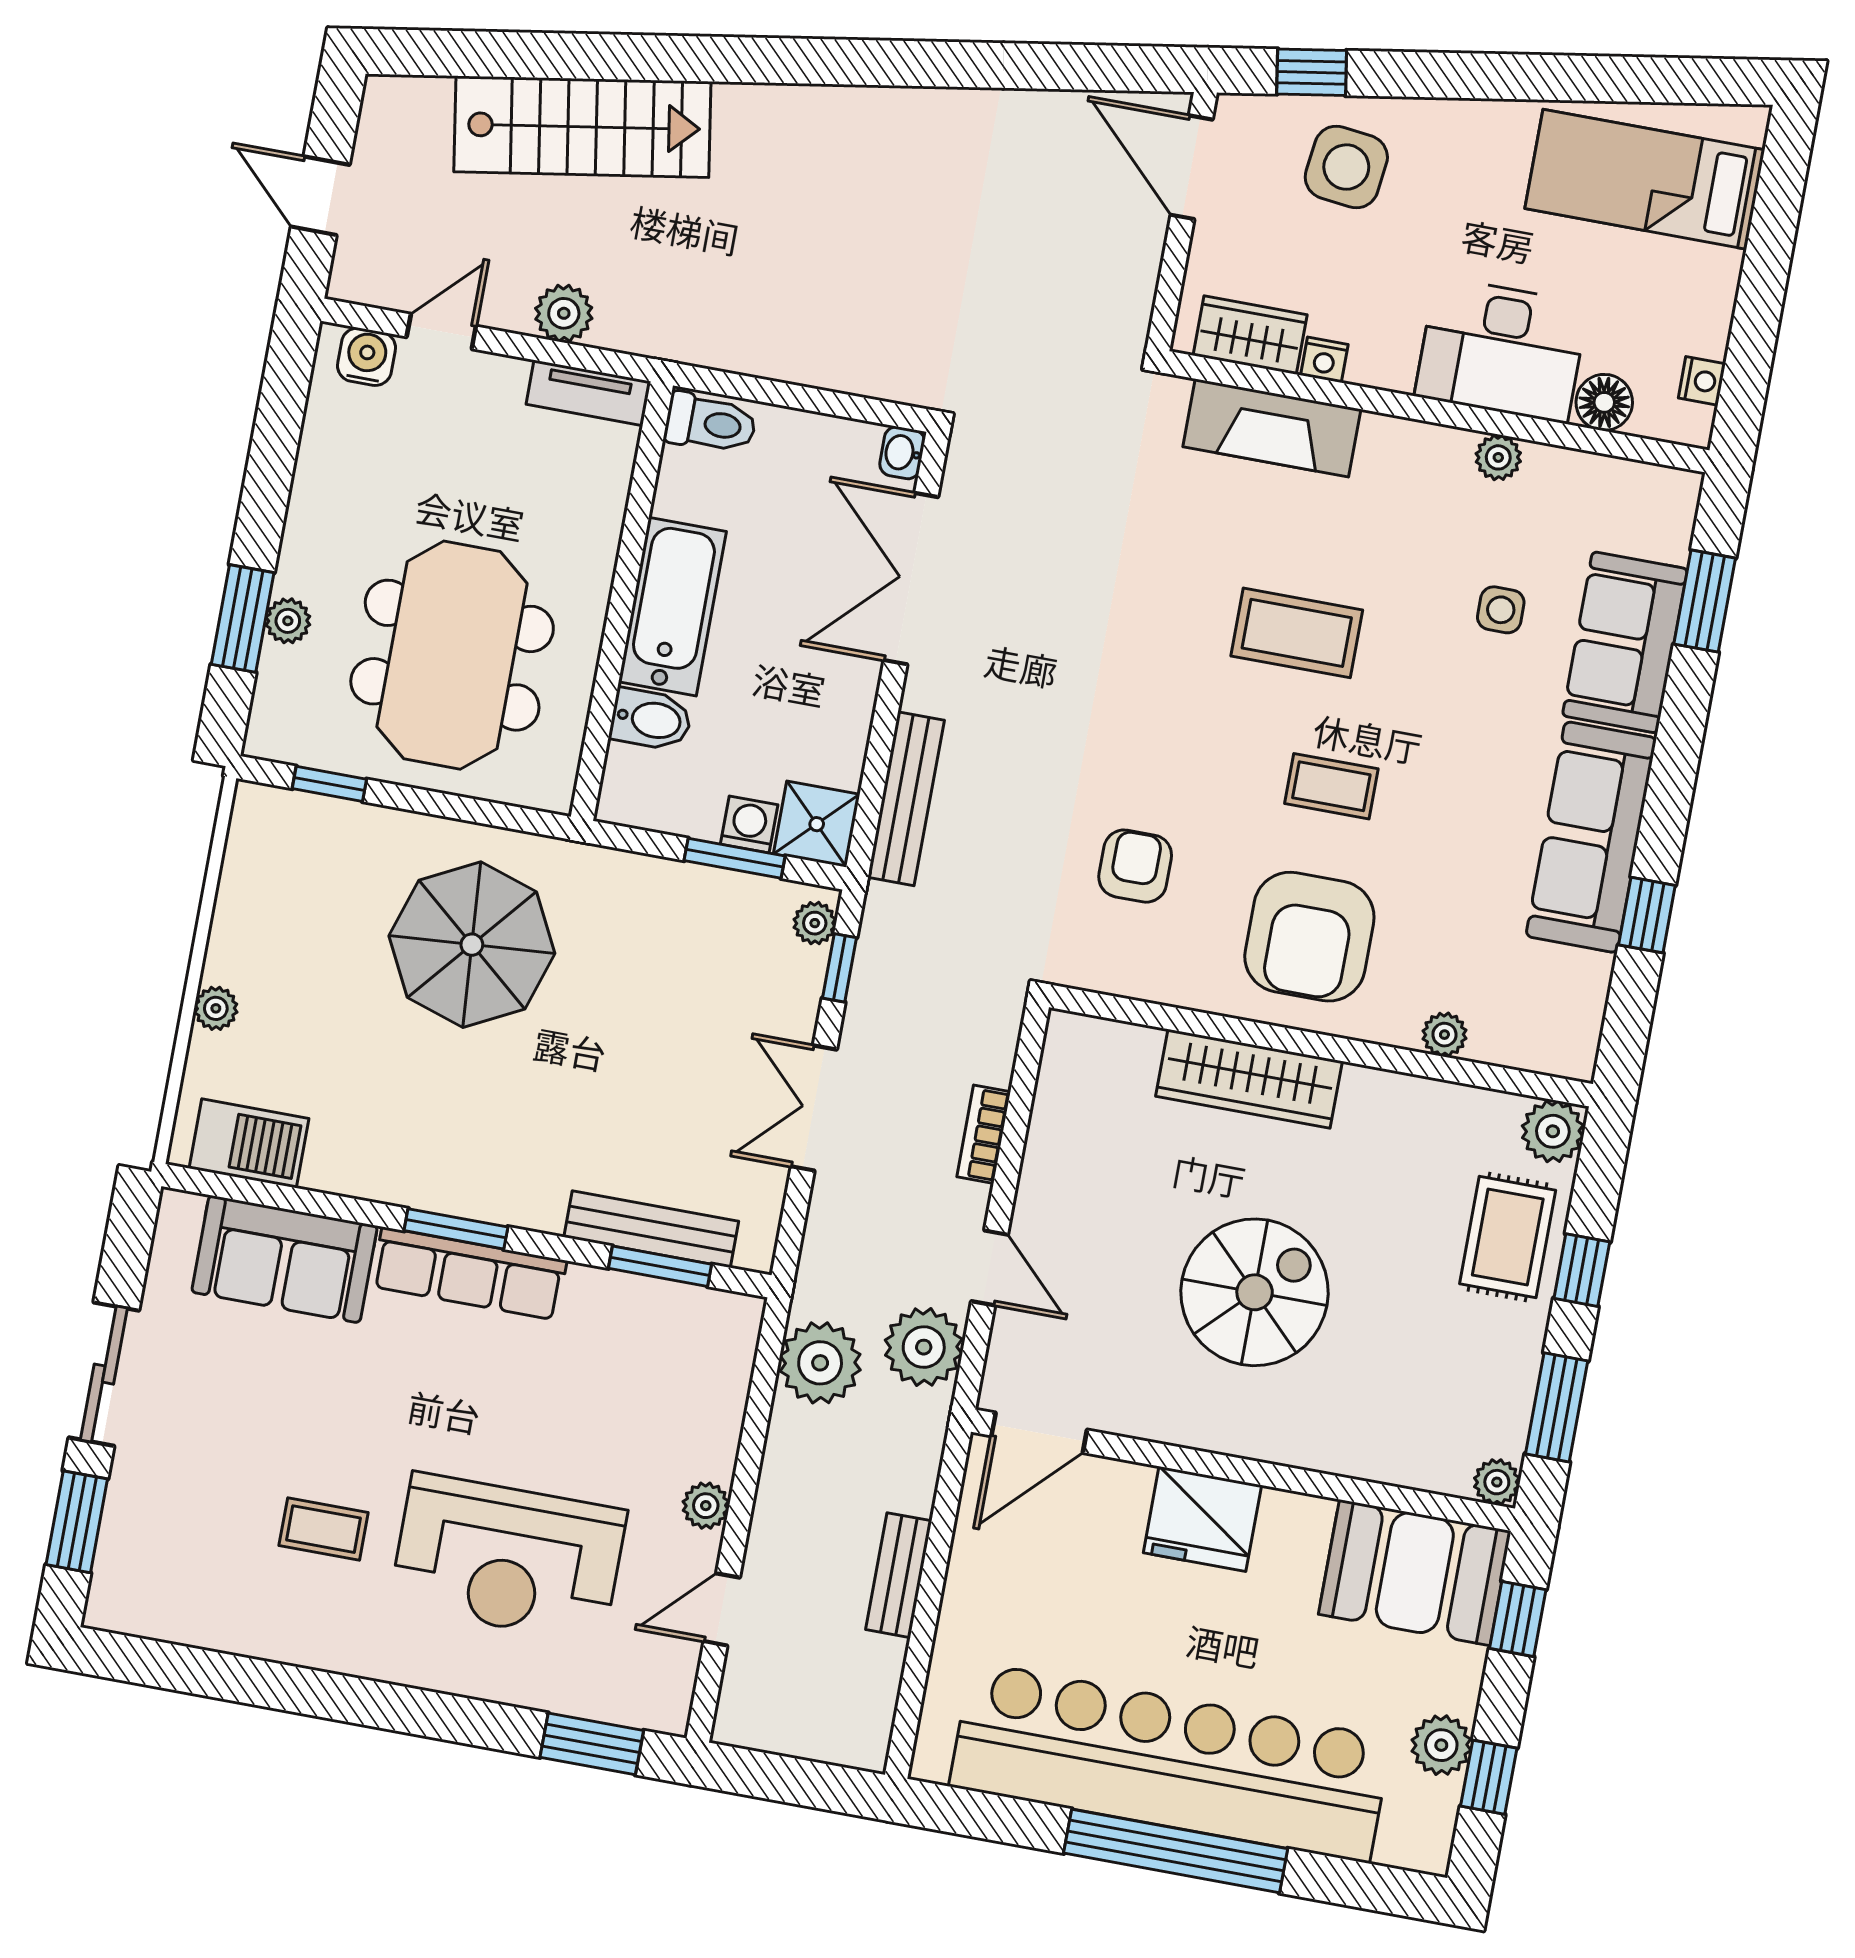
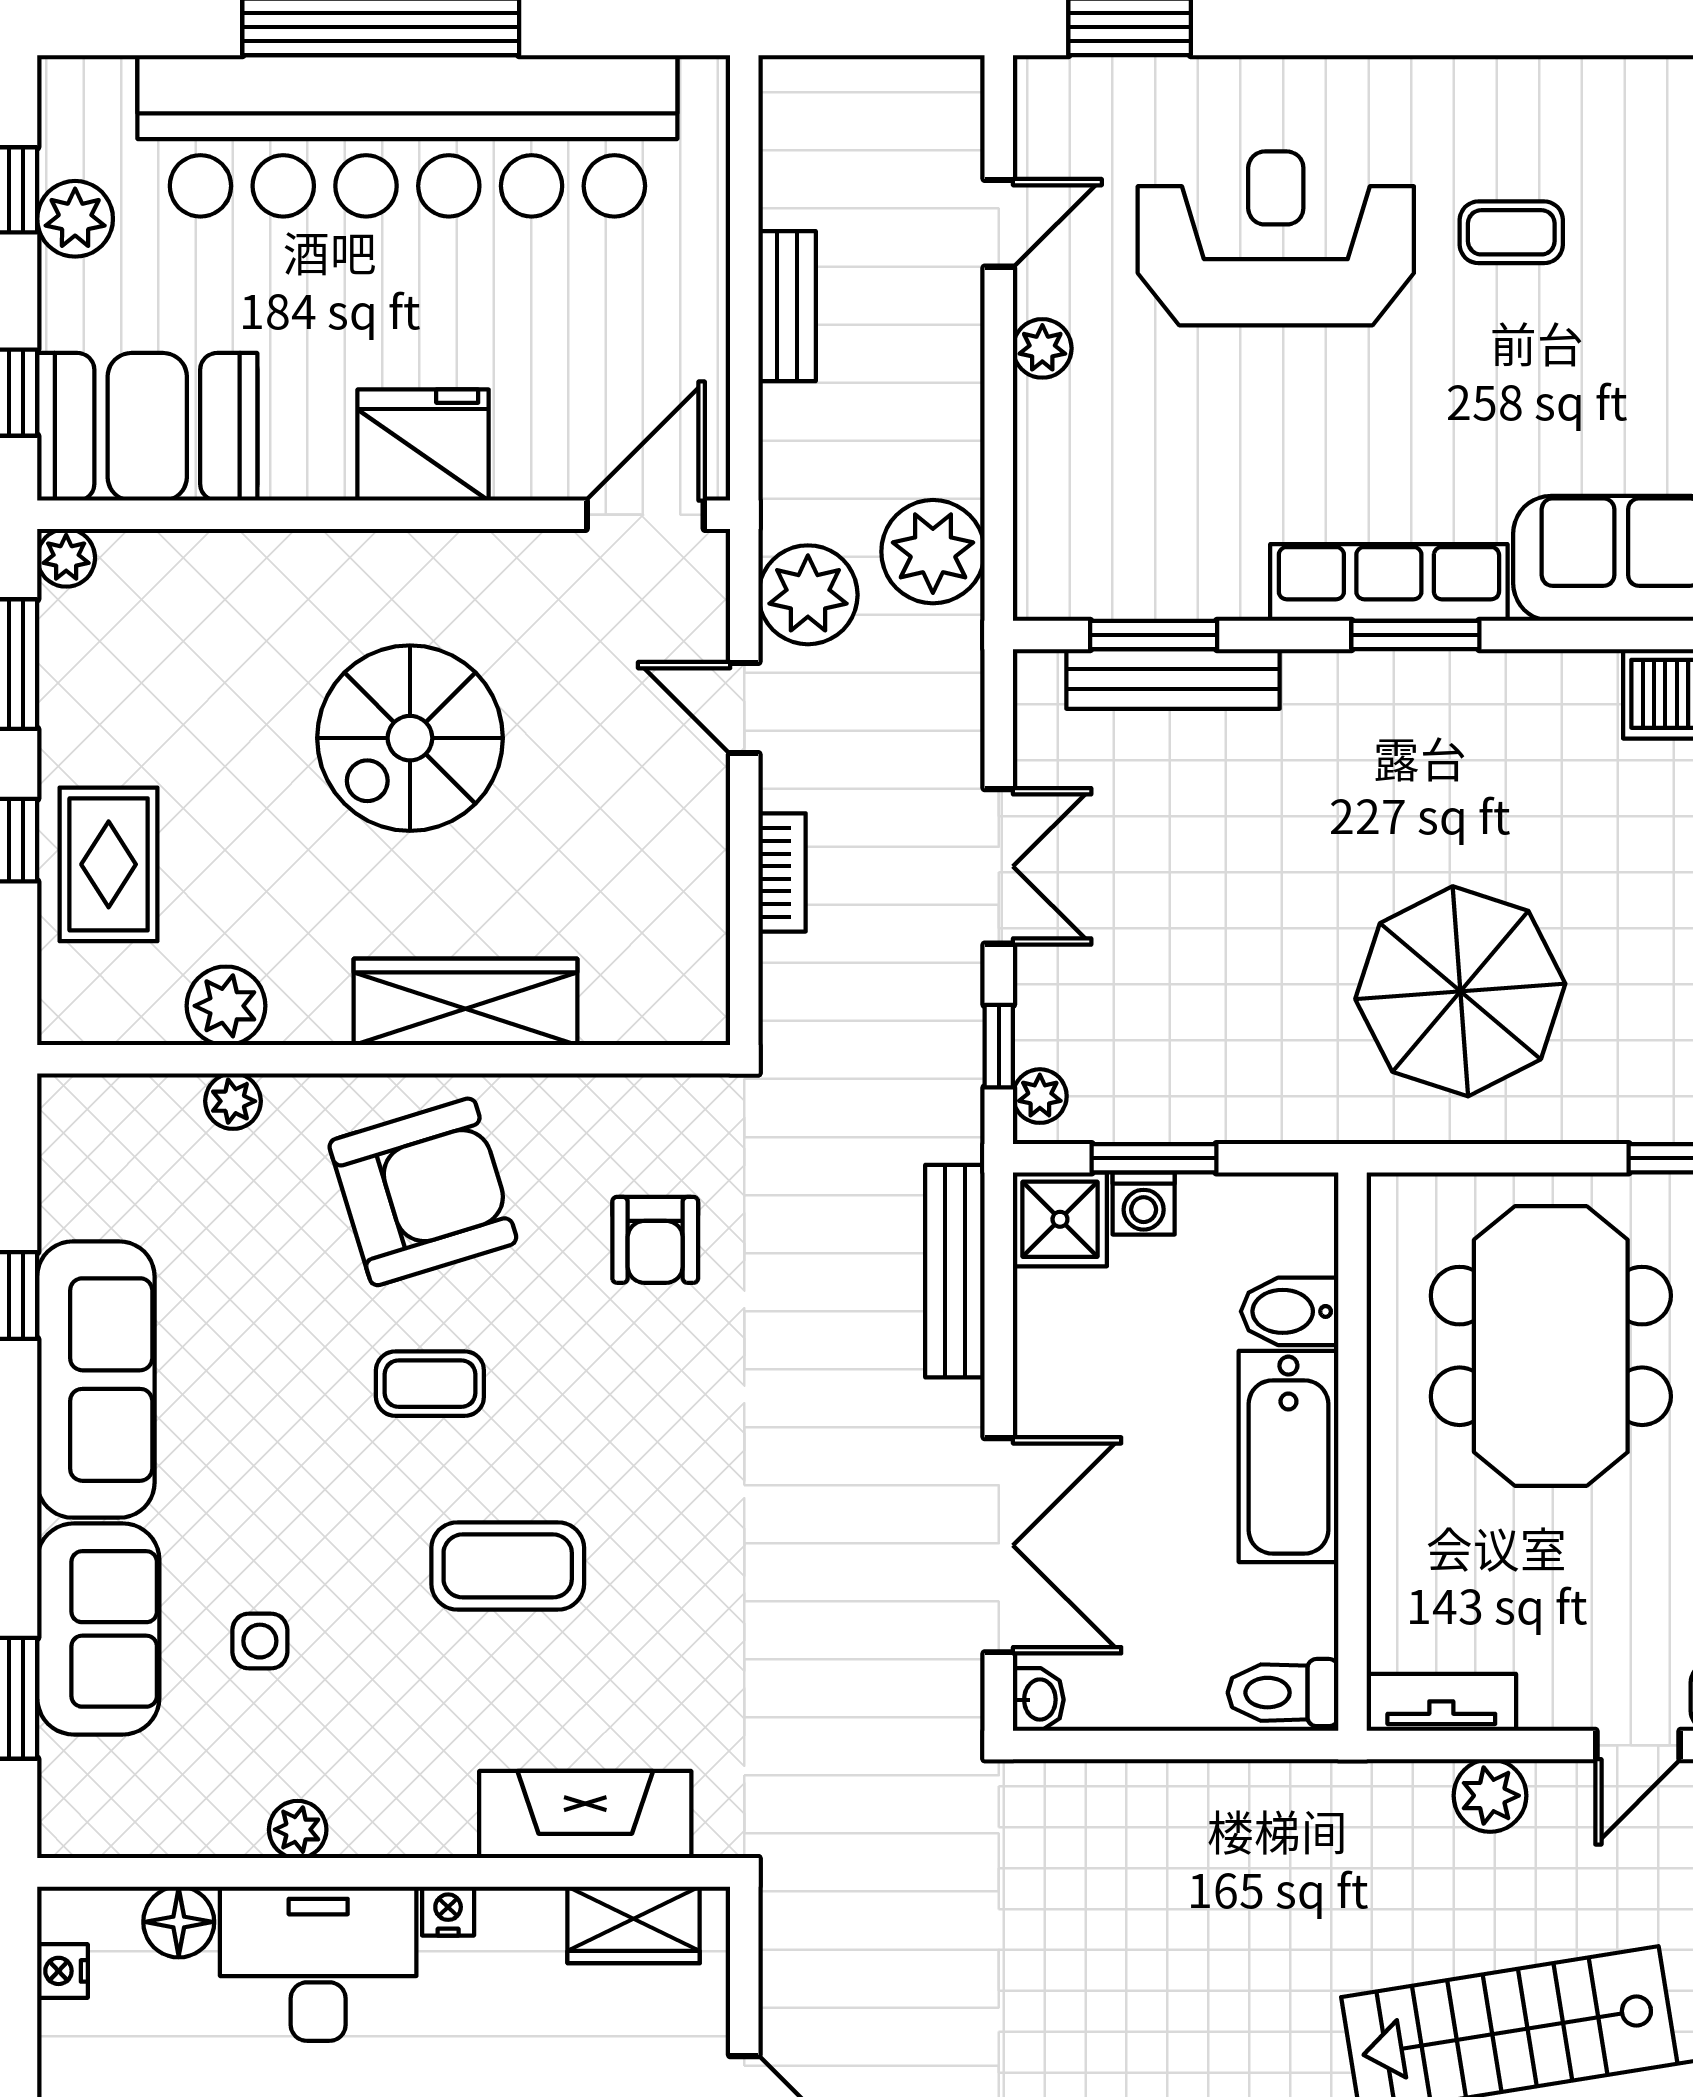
nightstand: (1324, 360) -> (448, 1911), moved
armchair: (1309, 937) -> (423, 1192), turned 73
plant: (1553, 1131) -> (226, 1006), moved

